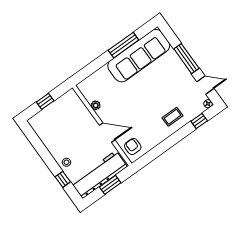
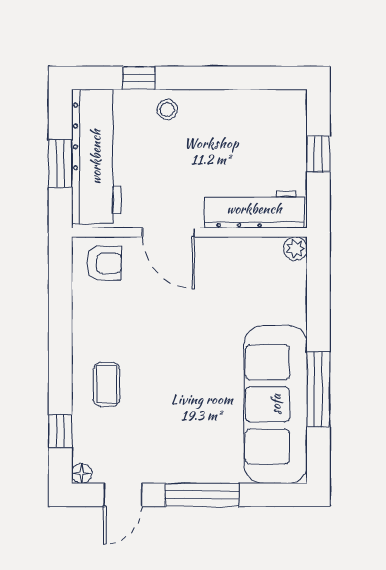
plant: (96, 105) -> (295, 248), moved
workbench: (79, 109) -> (254, 209), added
door: (107, 132) -> (168, 232), hinge flipped

